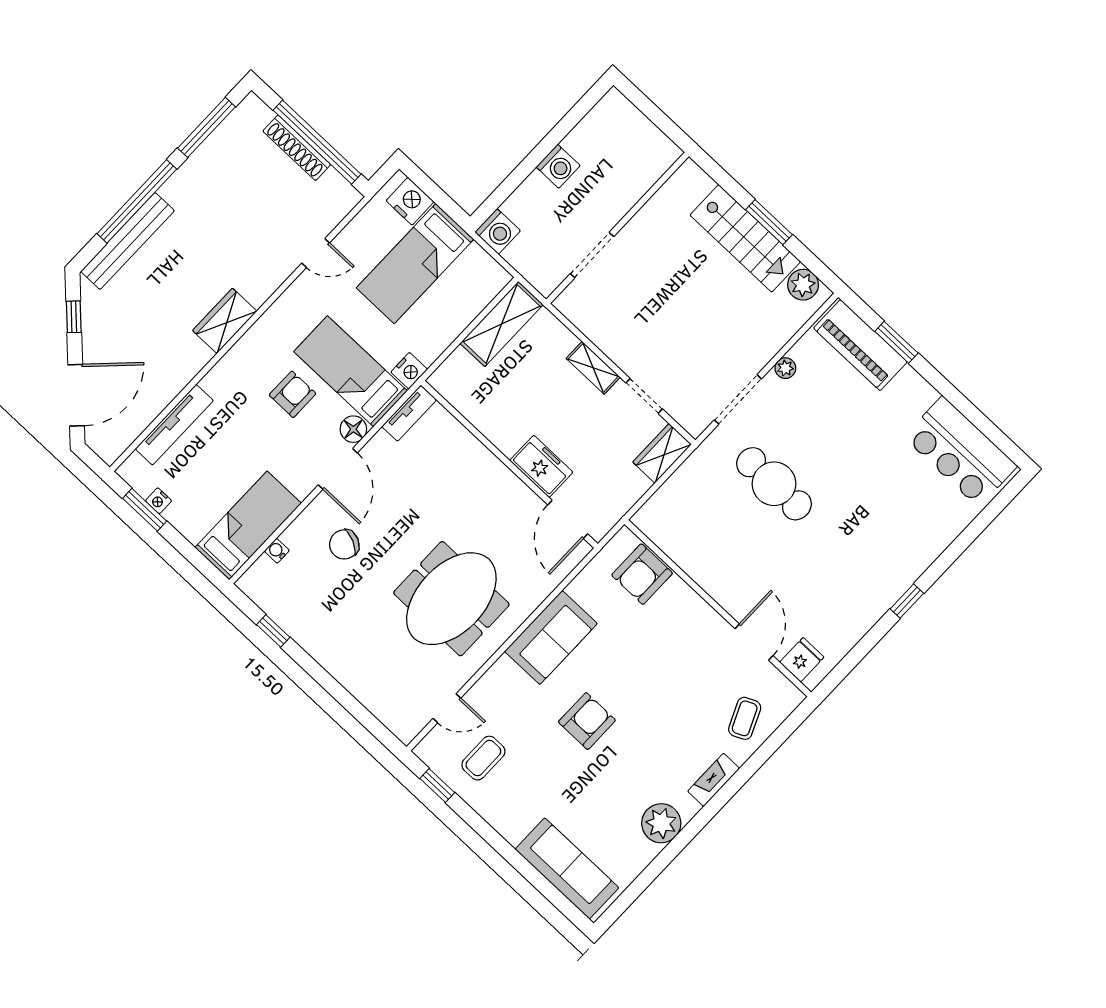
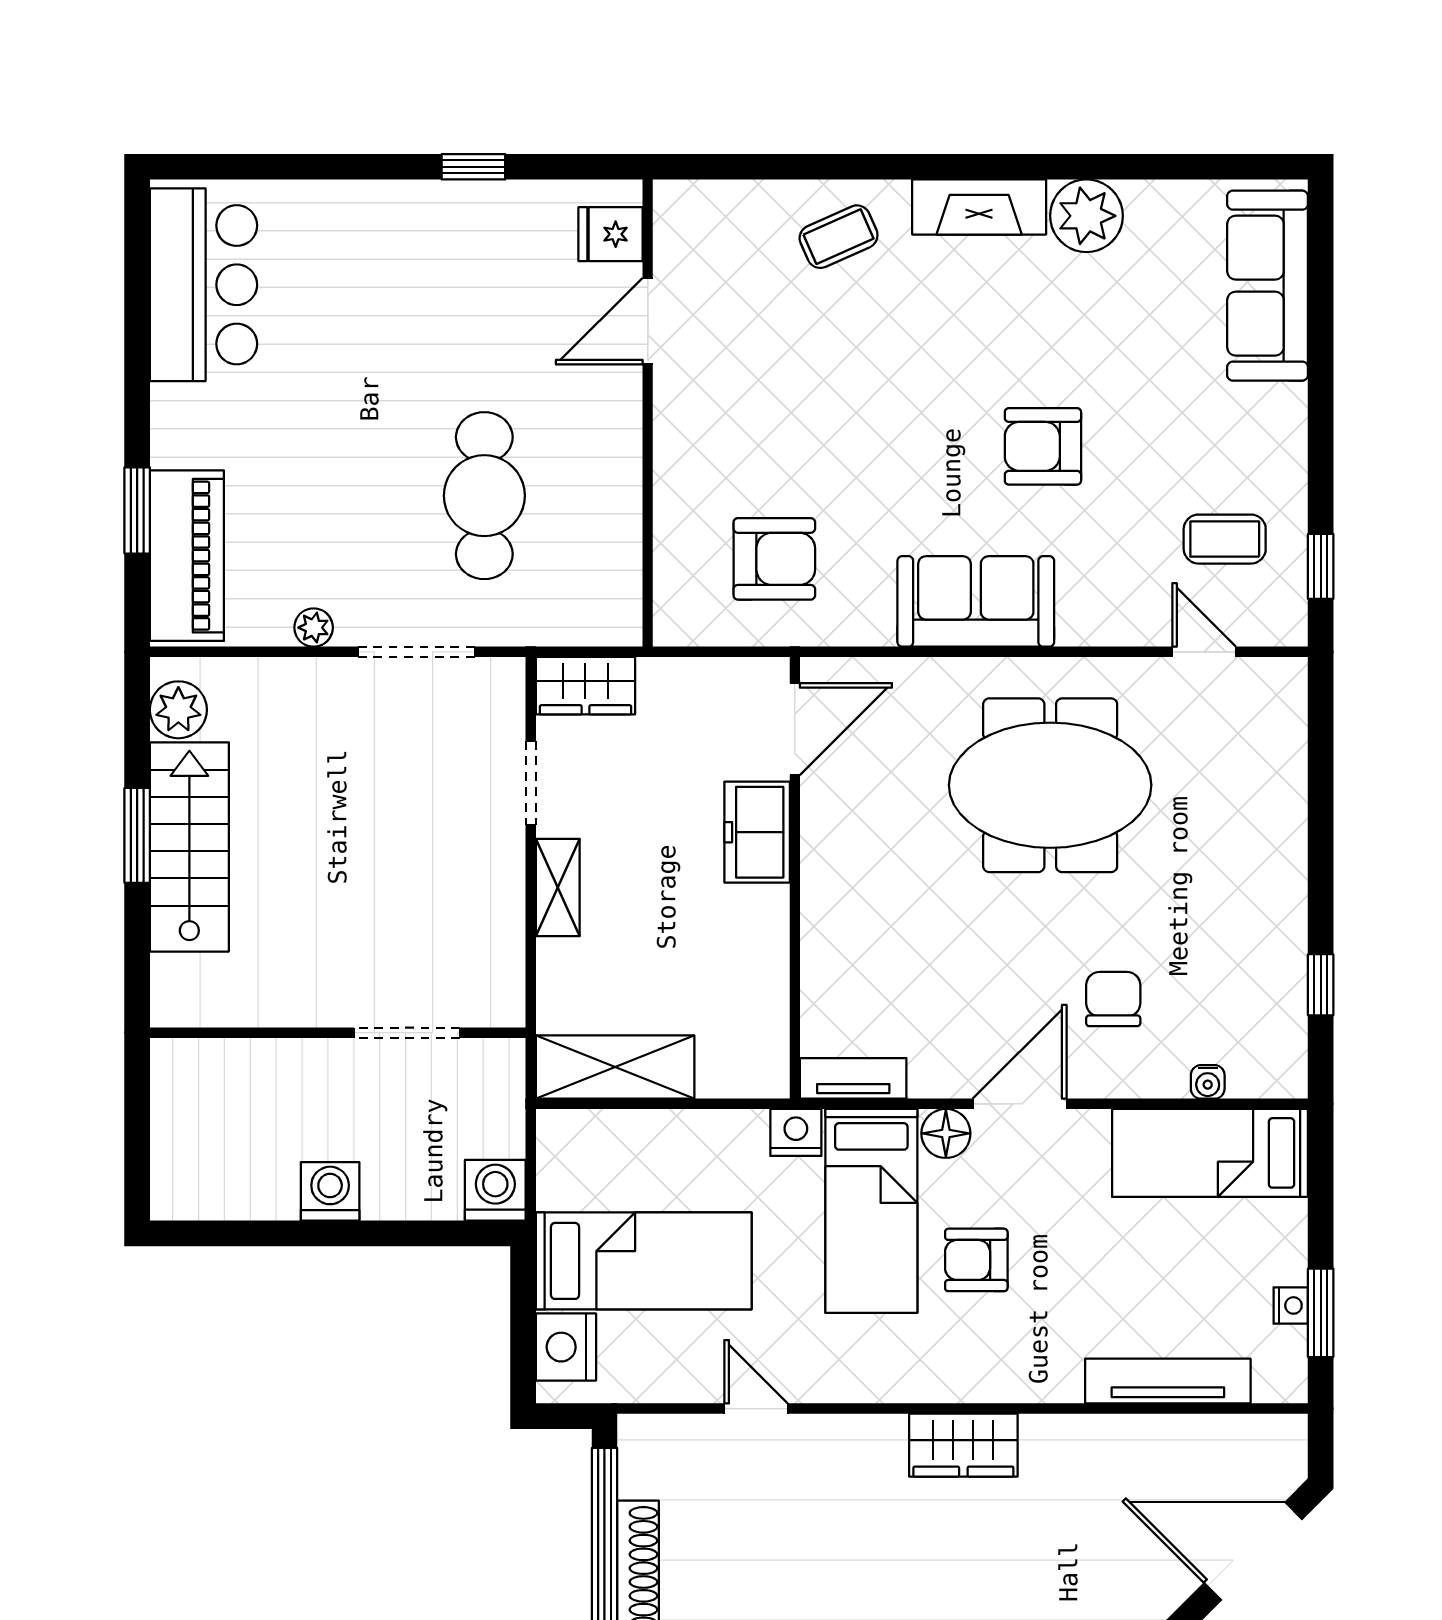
chair: (344, 544) -> (1113, 999), turned -115
wall: (718, 608) -> (648, 413), moved
door: (754, 642) -> (648, 321), moved
fridge: (802, 660) -> (610, 234), moved
fireplace: (714, 780) -> (979, 207), width x1.37, depth x1.32

